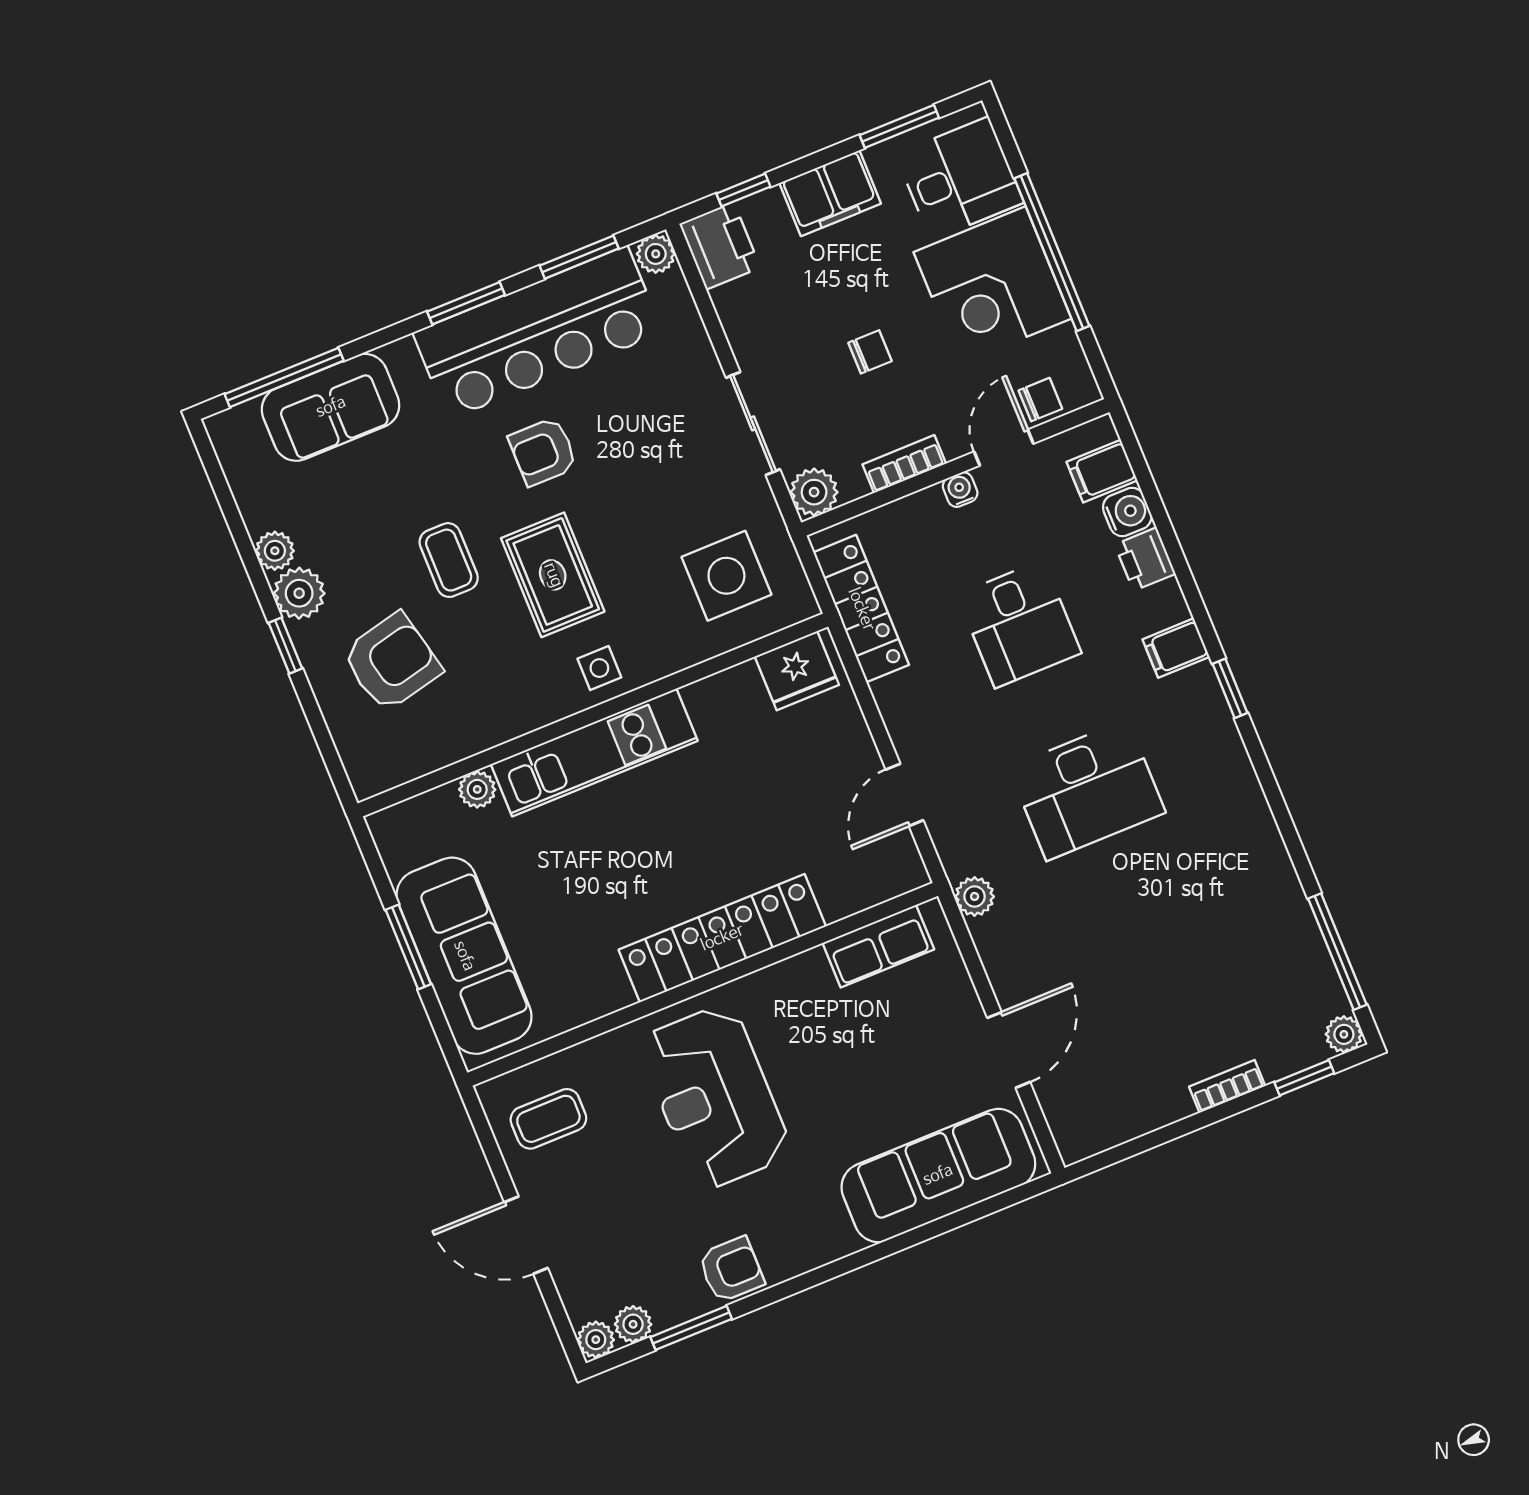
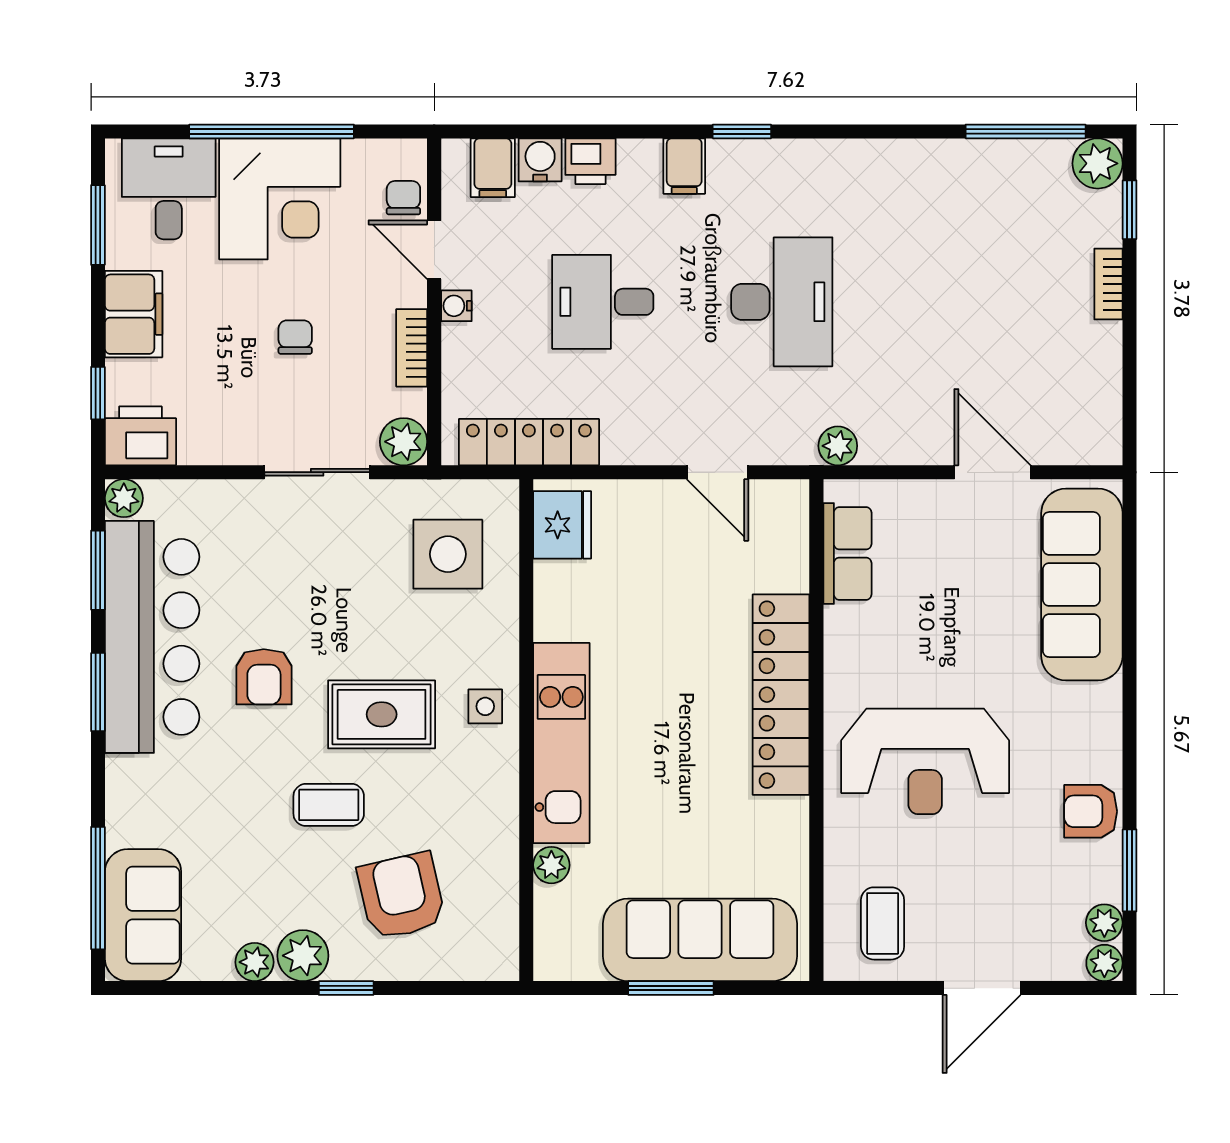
sofa: (331, 407) -> (143, 915), moved
desk: (1019, 624) -> (603, 302), turned 180
plant: (1344, 1034) -> (1098, 163), width x1.38, depth x1.38
armchair: (731, 1270) -> (1091, 811), turned -90

